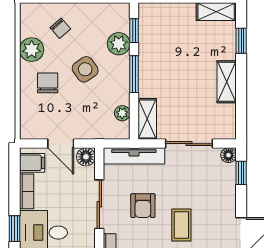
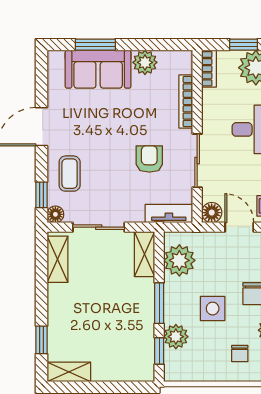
chair: (60, 28) -> (240, 354), turned -139
side table: (85, 69) -> (213, 309), turned 35
shelving: (227, 82) -> (58, 259), moved
plant: (122, 113) -> (179, 260), width x1.88, depth x1.88
tv unit: (134, 156) -> (169, 214), width x0.71
coffee table: (181, 225) -> (70, 174), moved

